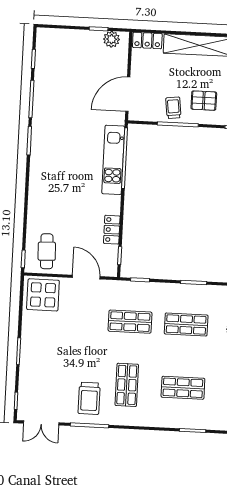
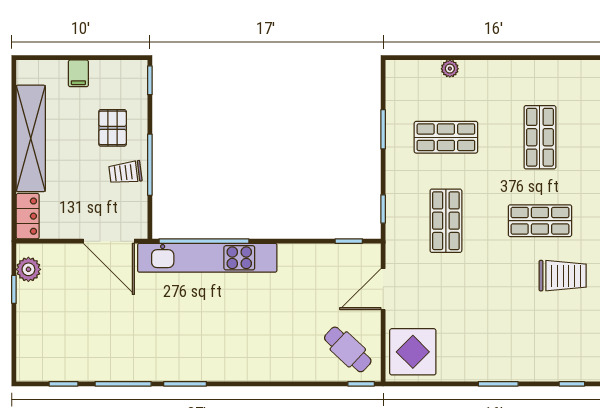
kitchen unit: (113, 160) -> (207, 258), width x1.36
locker: (112, 230) -> (311, 255), removed
cafe table: (47, 251) -> (348, 349), turned 45
shop shelf: (186, 324) -> (446, 137), turned 90

